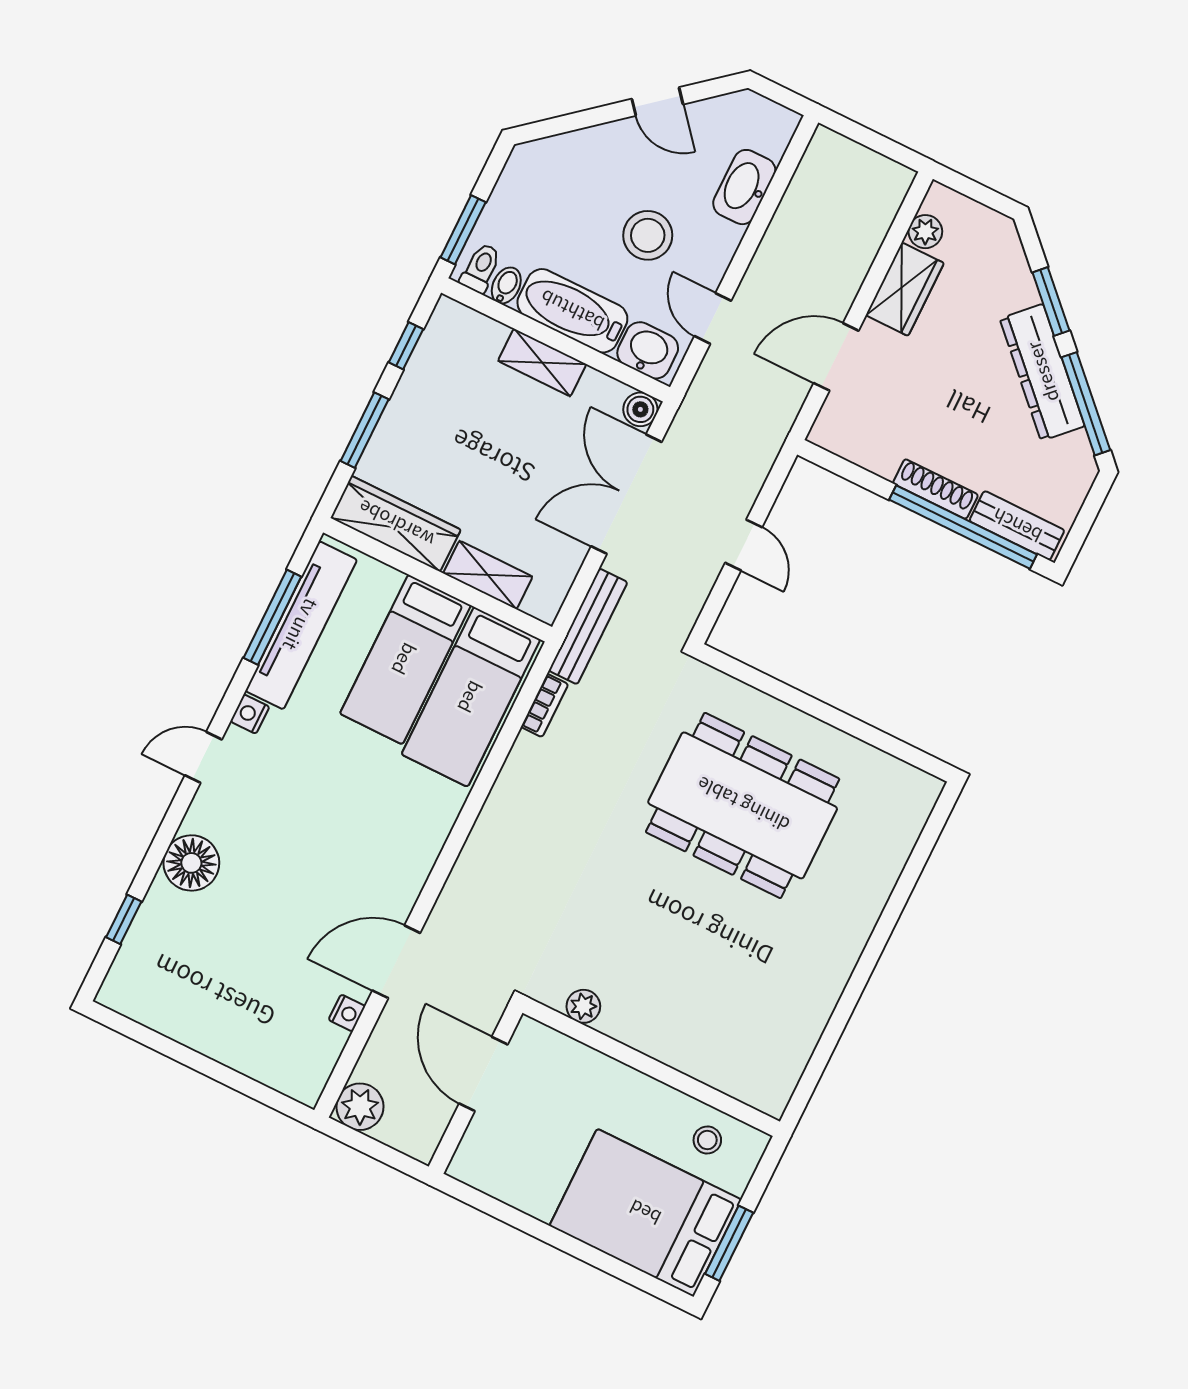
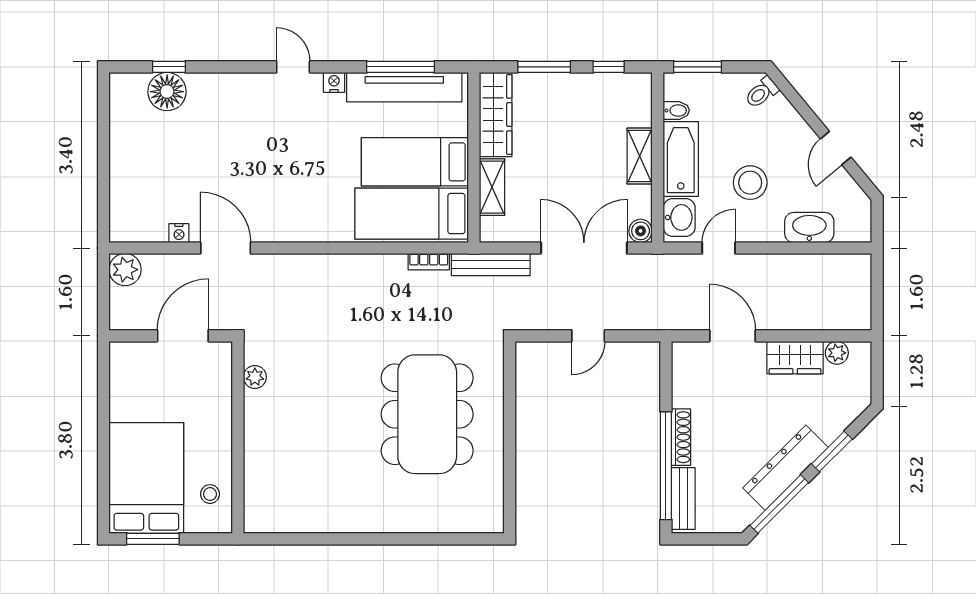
toilet: (481, 268) -> (762, 93), moved, turned 140
floor lamp: (191, 863) -> (167, 92), moved

